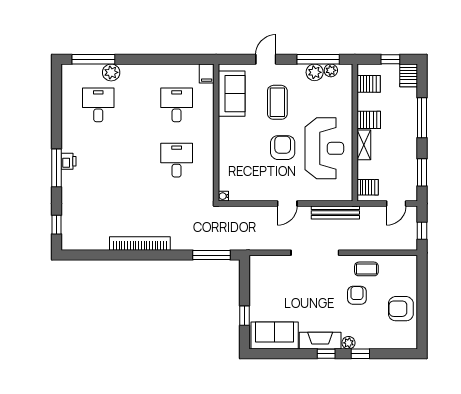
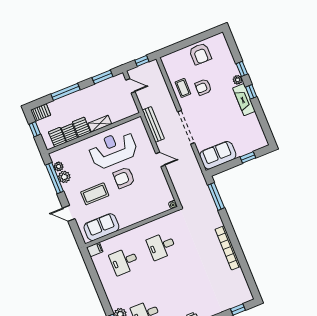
server rack: (368, 187) -> (70, 133), moved
sofa: (275, 336) -> (218, 155), moved, turned 90

